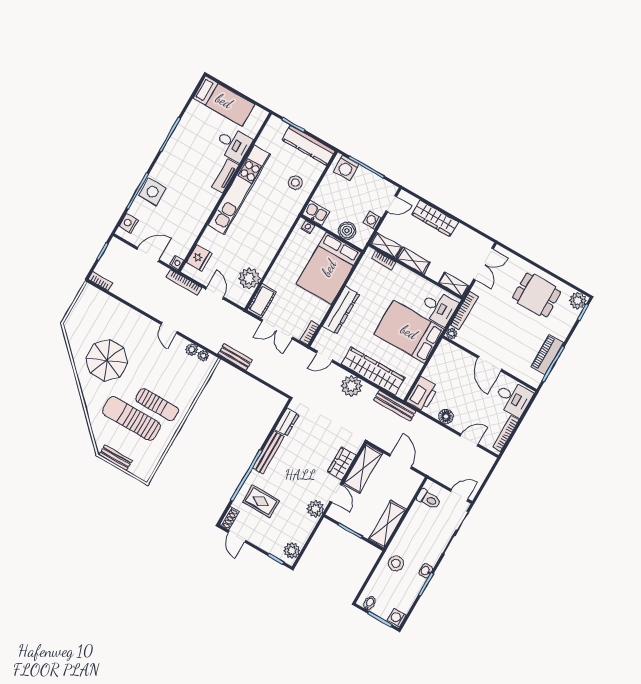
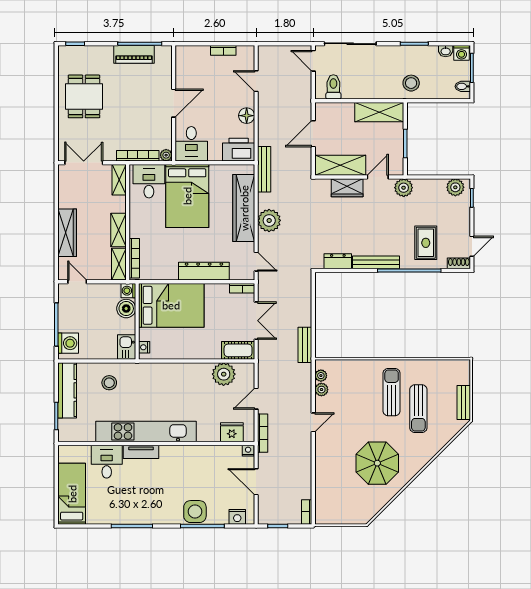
washing machine: (372, 220) -> (128, 291), moved, turned 90
bookcase: (384, 260) -> (134, 258), width x1.56
plant: (578, 301) -> (67, 55), removed
desk: (513, 398) -> (191, 144), moved, turned 180
sun lounger: (131, 418) -> (418, 409), width x0.73, depth x0.75
bookcase: (506, 434) -> (223, 50), width x0.64
washbasin: (426, 571) -> (446, 51), moved

